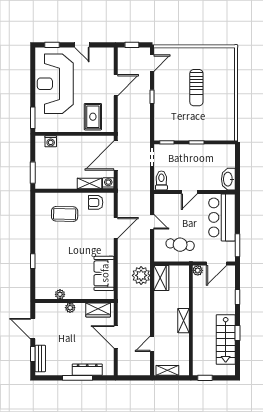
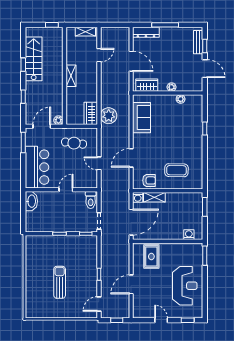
reception desk: (55, 84) -> (185, 286), width x0.74, depth x0.77
dresser: (87, 370) -> (146, 32), moved

